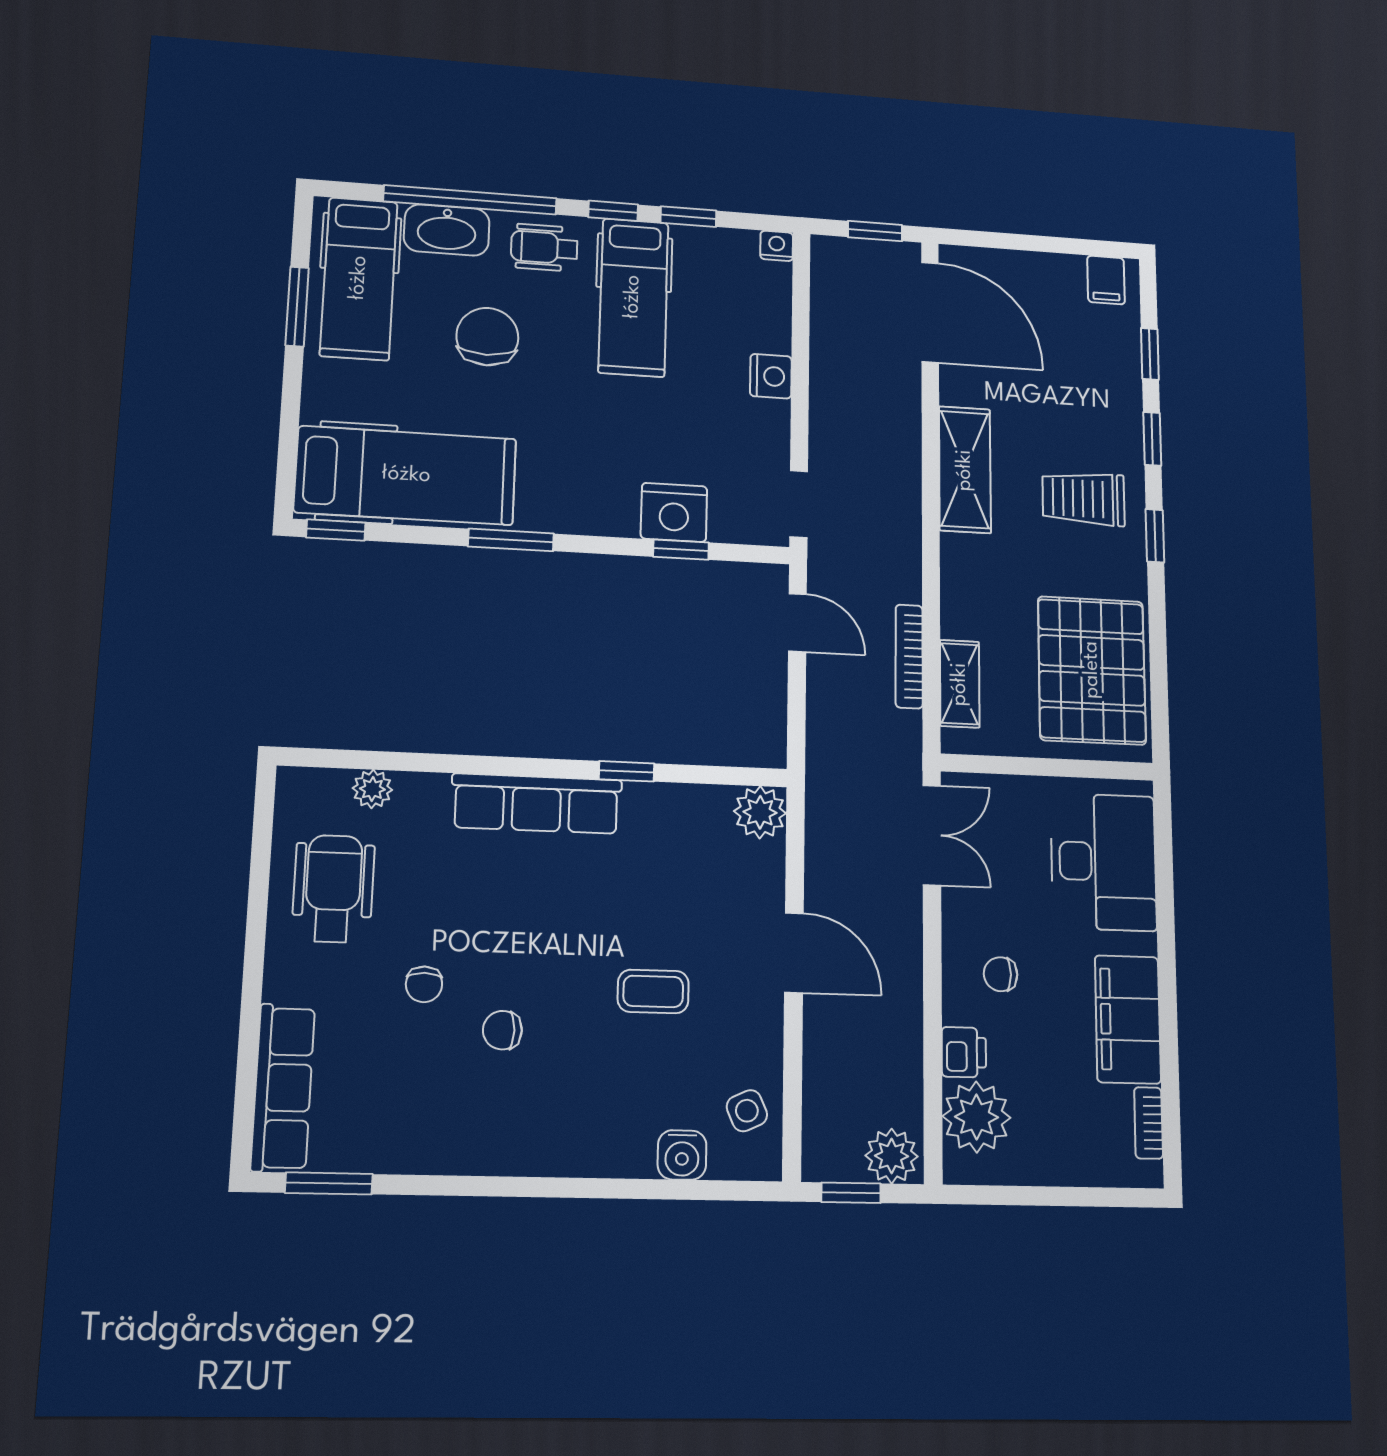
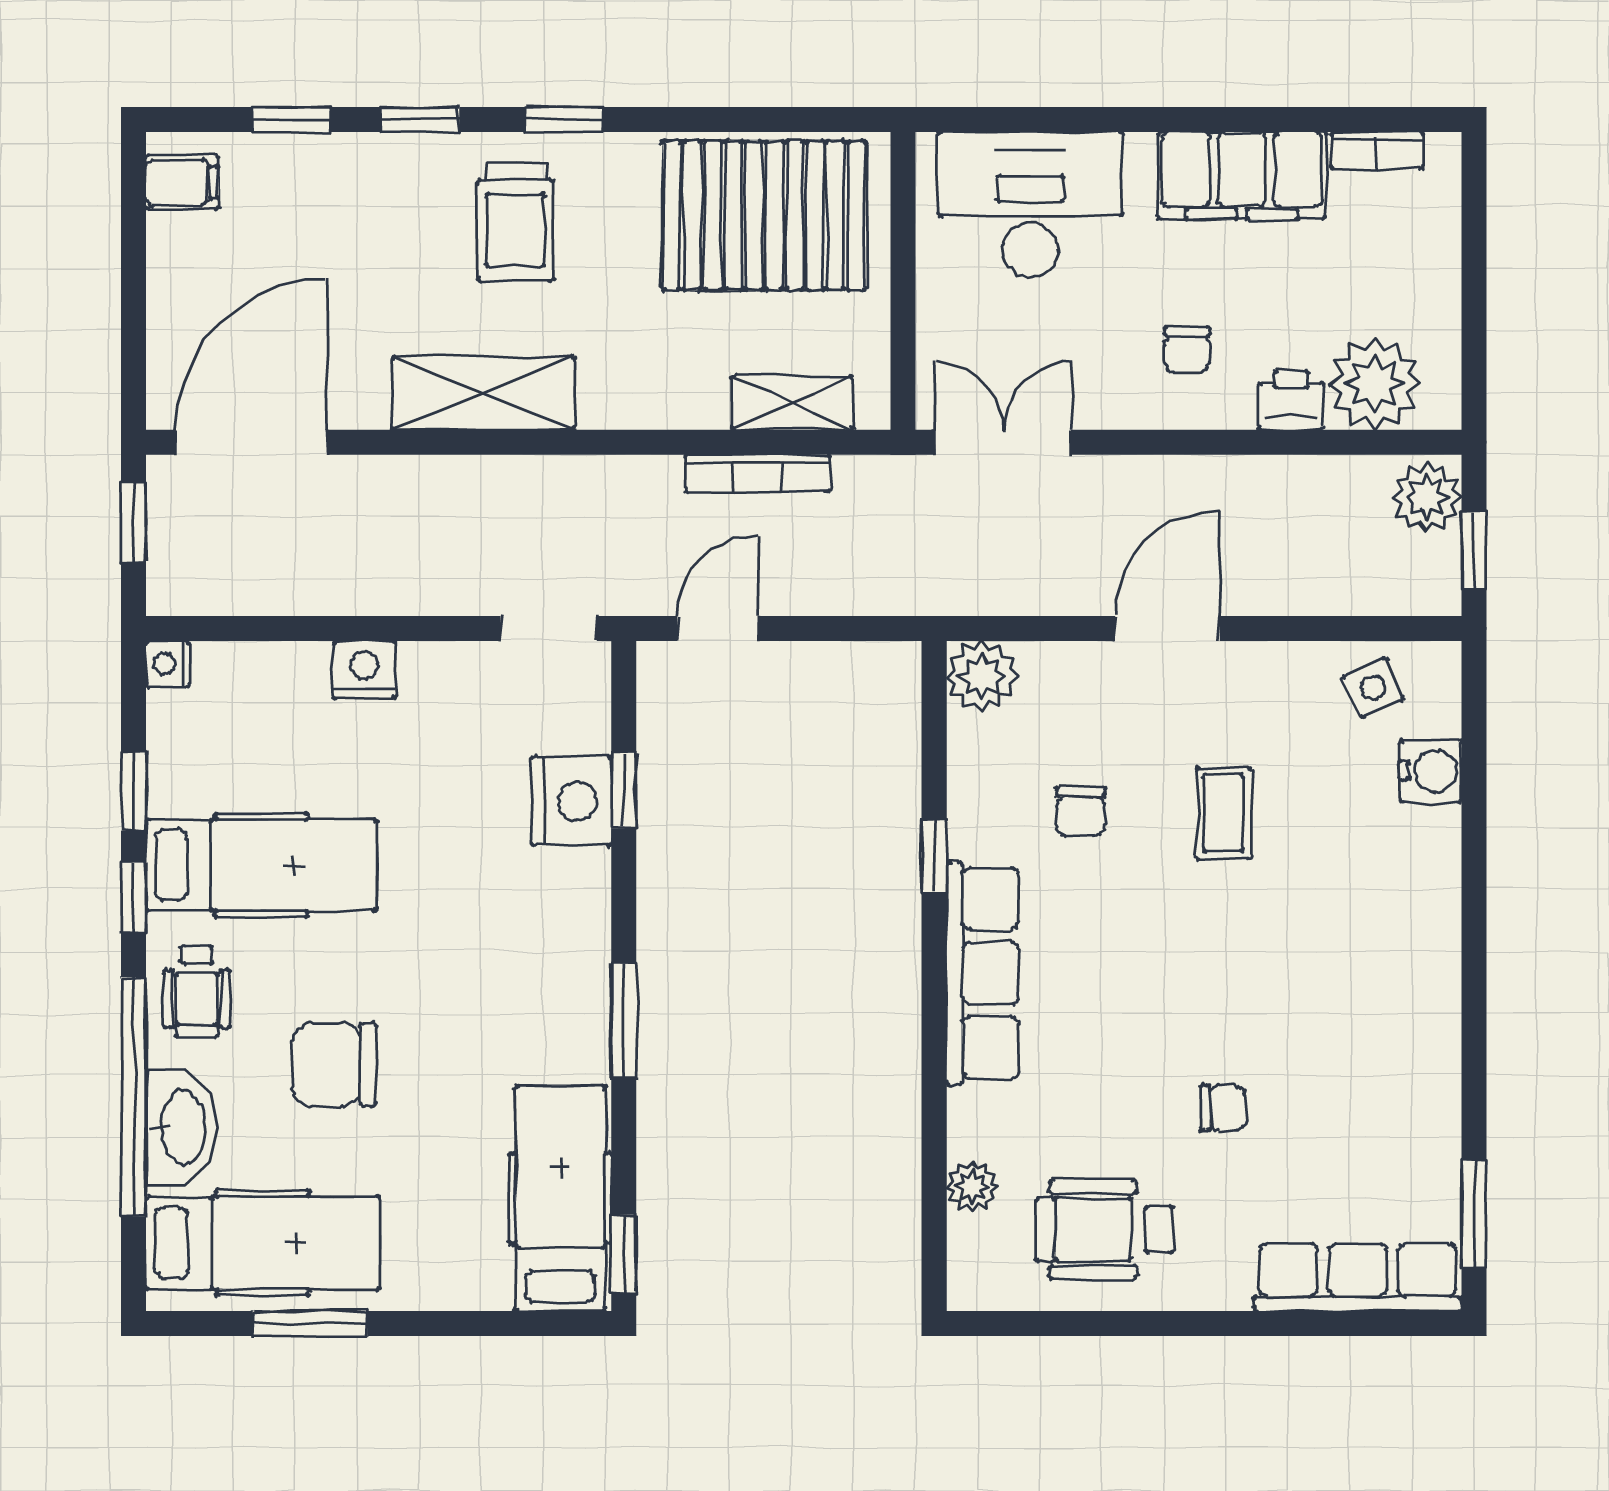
hospital bed: (406, 475) -> (560, 1198), width x0.73, depth x0.78
chair: (502, 1030) -> (1081, 812), moved

